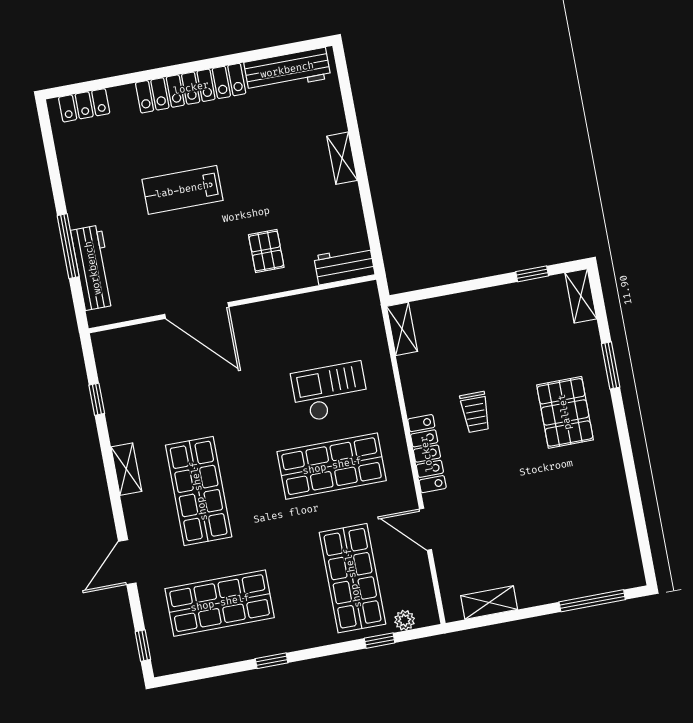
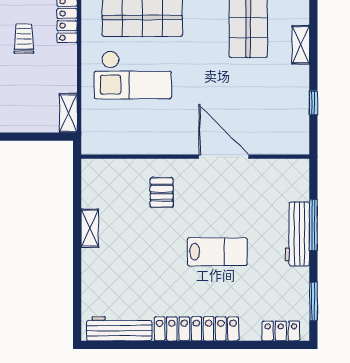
window: (50, 150) -> (313, 301), added
shelving: (342, 158) -> (90, 228), moved
workbench: (344, 265) -> (104, 170), removed
workbench: (93, 268) -> (297, 234), moved
checkout: (330, 392) -> (133, 75), width x1.36, depth x1.21

